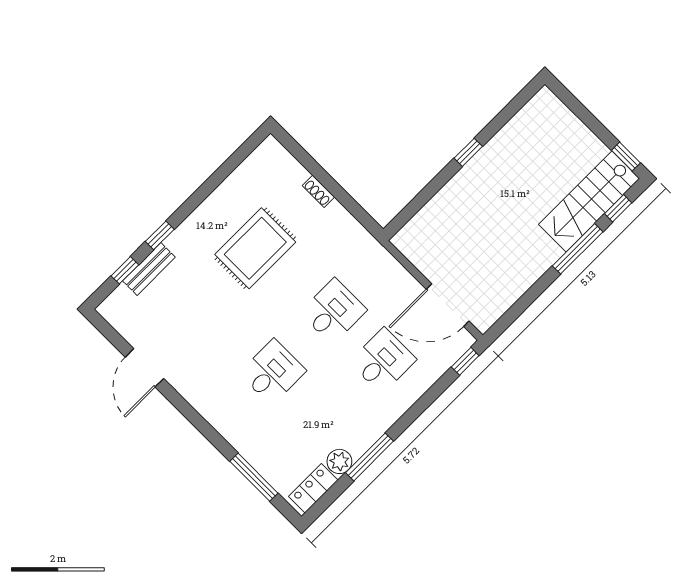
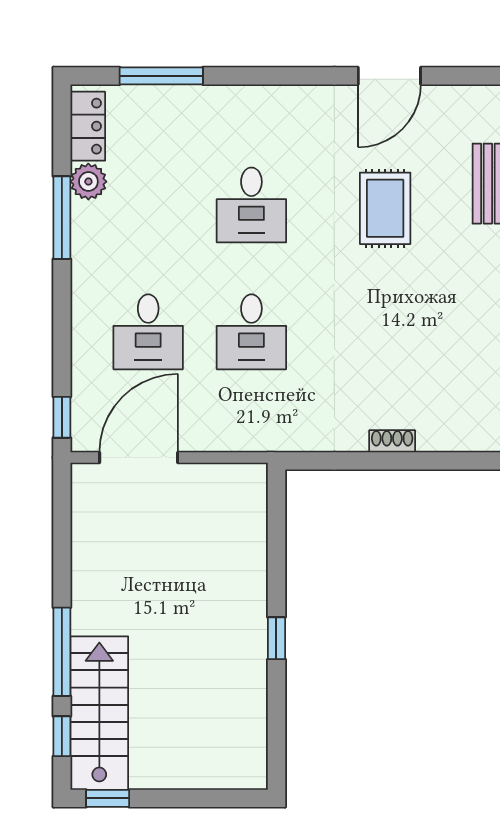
rug: (255, 248) -> (385, 208), moved, width x0.73, depth x0.70
door: (144, 368) -> (389, 76), swing flipped

